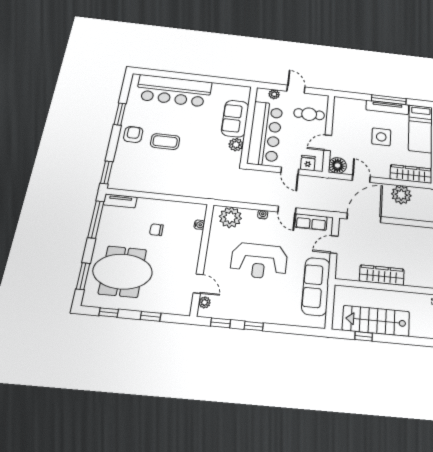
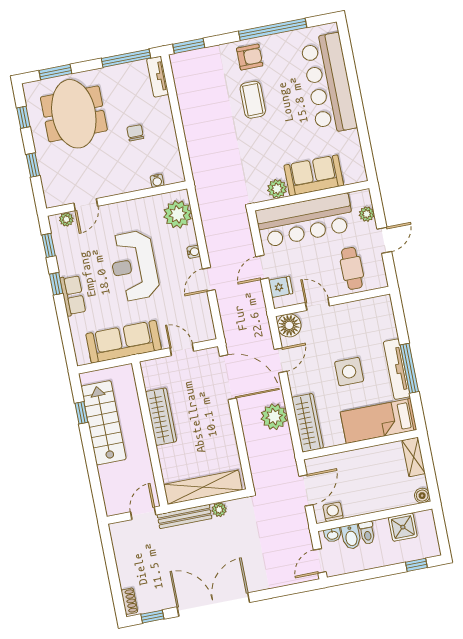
window: (120, 114) -> (273, 29), width x2.11
row of seats: (311, 222) -> (73, 295), moved, turned 180

